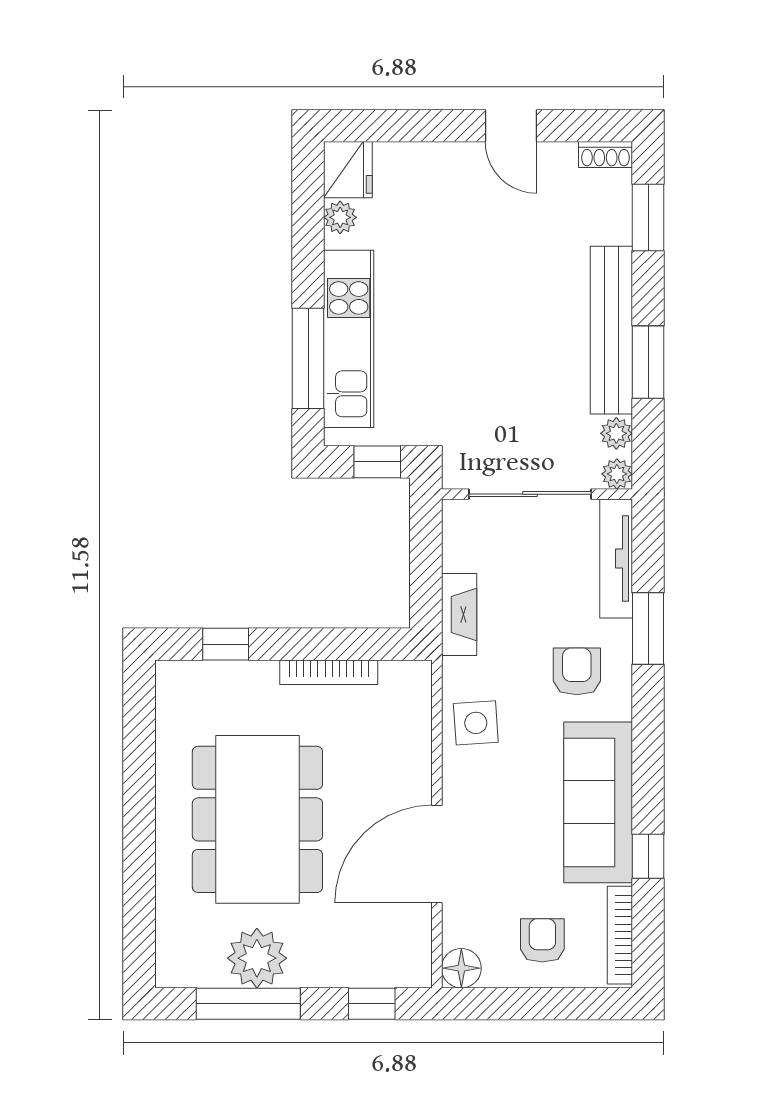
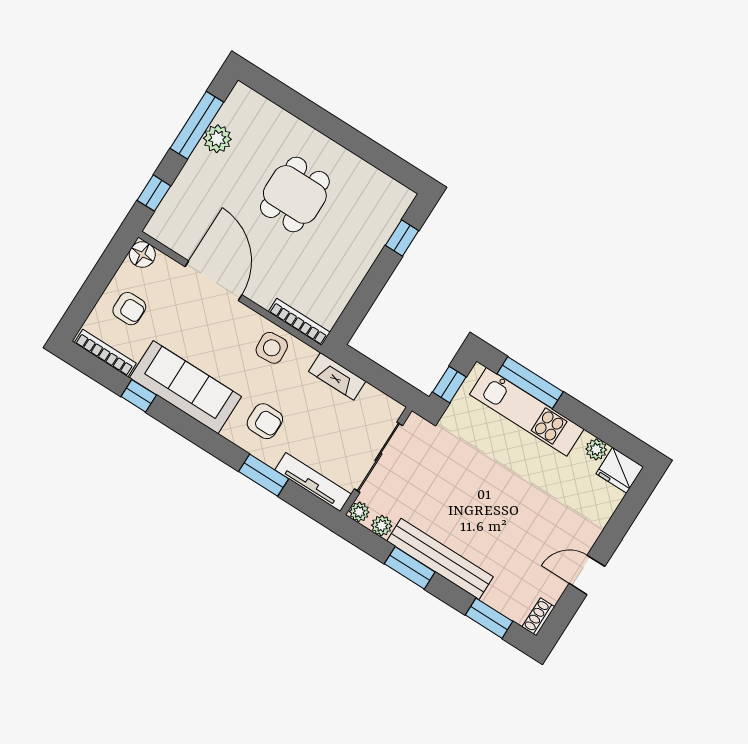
bookcase: (329, 672) -> (299, 322), moved, turned 90
dining table: (257, 819) -> (295, 194), width x0.53, depth x0.80
plant: (257, 958) -> (217, 139), width x0.73, depth x0.73

